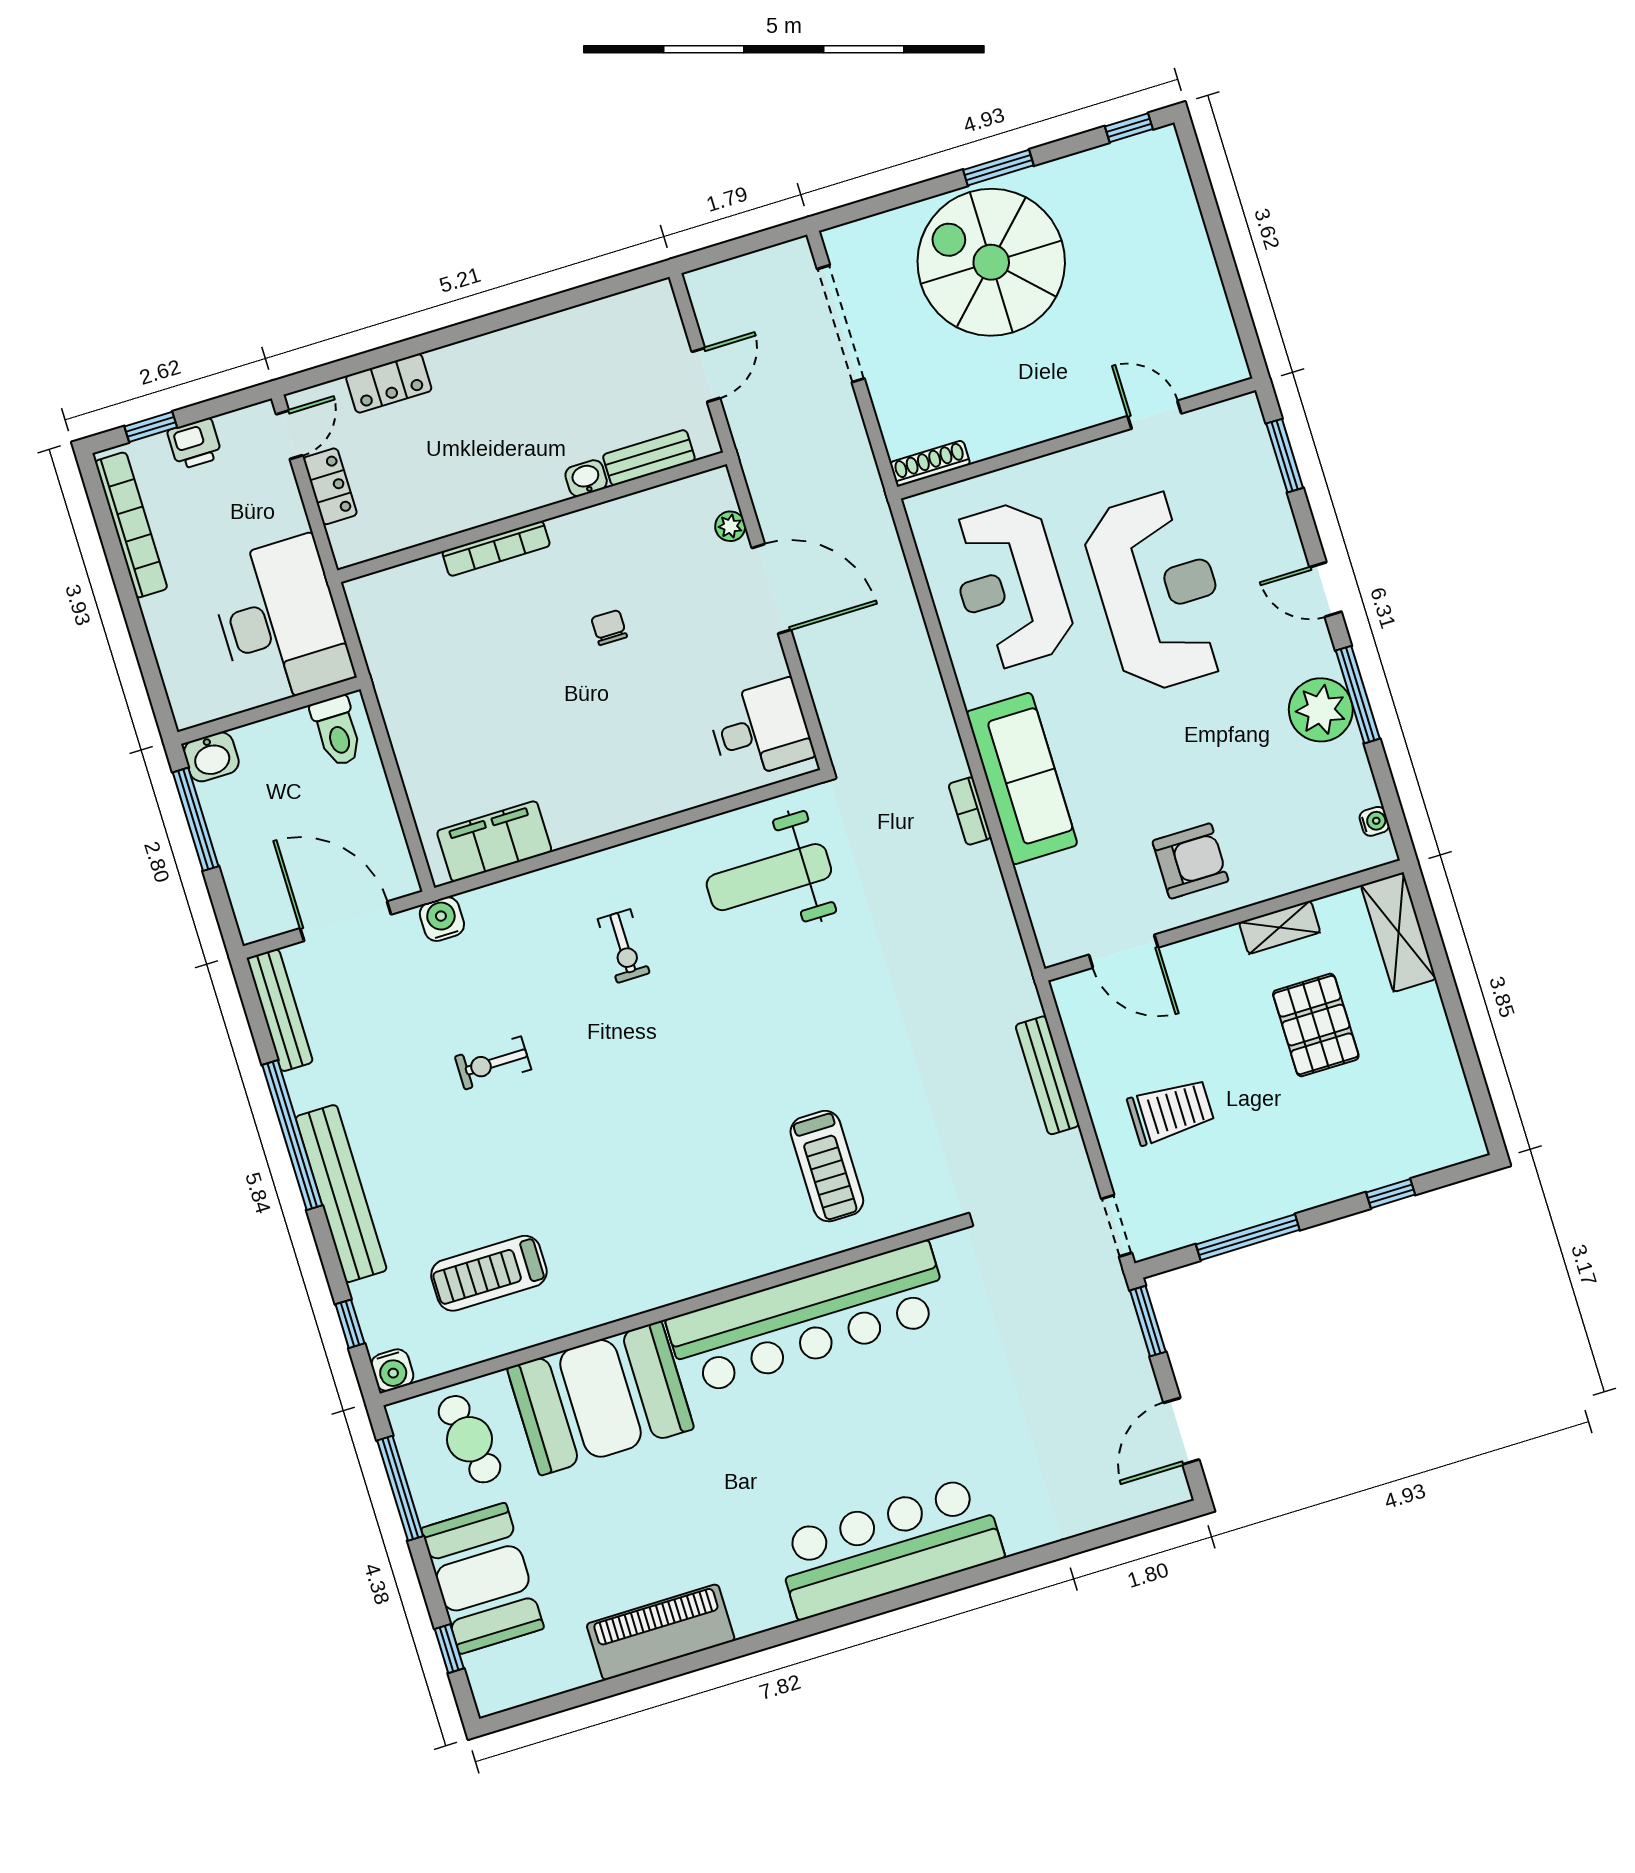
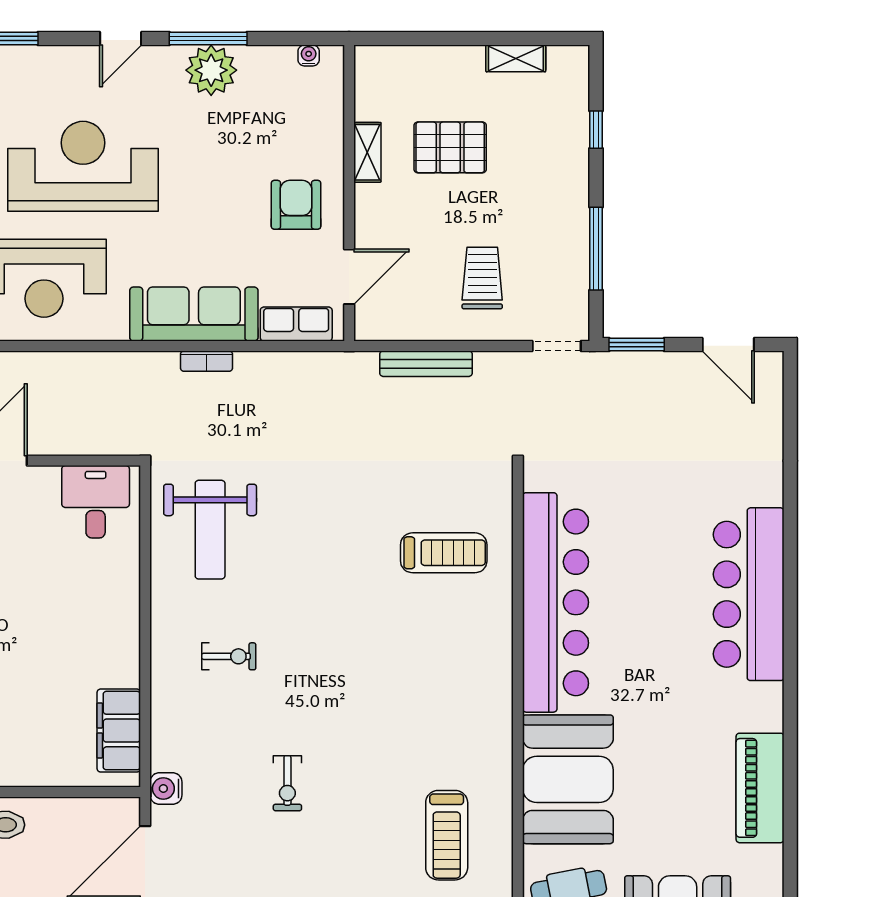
row of seats: (1047, 905) -> (296, 324), added
shelving: (1398, 932) -> (516, 58), moved, width x0.67, depth x0.75

